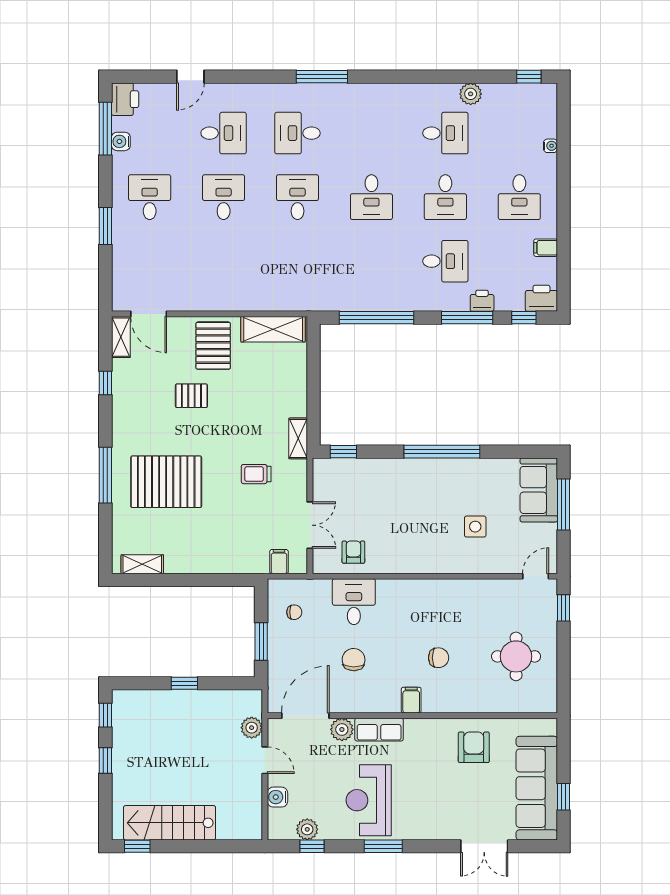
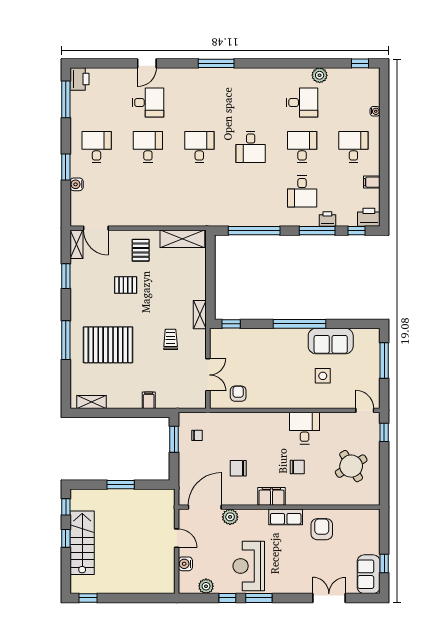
door: (190, 77) -> (147, 63), moved
desk: (298, 133) -> (199, 102), removed
water cooler: (121, 141) -> (77, 184), moved
desk: (445, 197) -> (302, 147), turned 180
desk: (519, 197) -> (353, 147), turned 180
desk: (445, 261) -> (302, 191), turned 90
pallet: (213, 346) -> (141, 250), width x0.67, depth x0.71
window: (105, 383) -> (66, 276), width x1.50
trolley: (256, 474) -> (171, 339), turned 90
sofa: (539, 490) -> (331, 341), moved, turned -90
filing cabinet: (279, 562) -> (149, 400), moved
door: (536, 576) -> (365, 410), hinge flipped
desk: (354, 602) -> (305, 428), moved
window: (261, 641) -> (174, 439), moved
round table: (516, 656) -> (351, 466), turned -31
chair: (354, 660) -> (238, 468), turned -91
window: (184, 683) -> (121, 485), width x1.50
filing cabinet: (411, 700) -> (271, 496), width x2.00
plant: (252, 728) -> (167, 516), removed
row of seats: (379, 730) -> (286, 517), moved
sofa: (537, 788) -> (369, 574), width x0.54, depth x0.79
stairs: (170, 823) -> (82, 543), moved, turned 90
window: (312, 846) -> (227, 598), moved
double door: (484, 846) -> (329, 598), swing flipped

